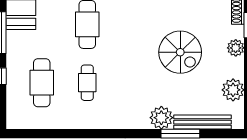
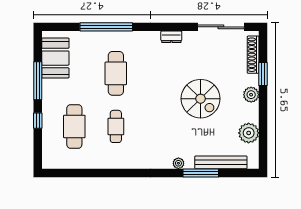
plant: (161, 118) -> (178, 163), width x0.53, depth x0.53

